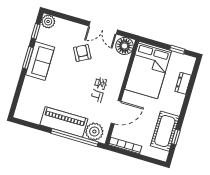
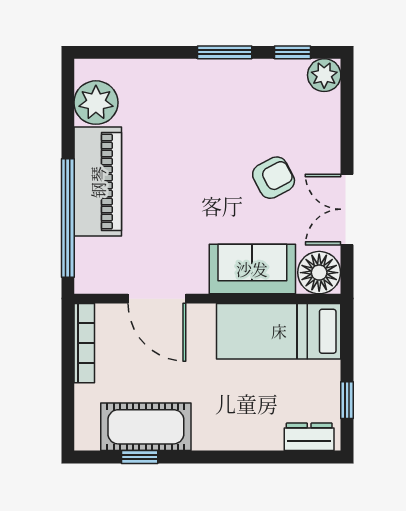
sofa: (40, 61) -> (252, 269), moved, turned 180
bed: (148, 70) -> (279, 331), width x0.67
dresser: (183, 83) -> (309, 437), moved
plant: (94, 132) -> (96, 103), moved

